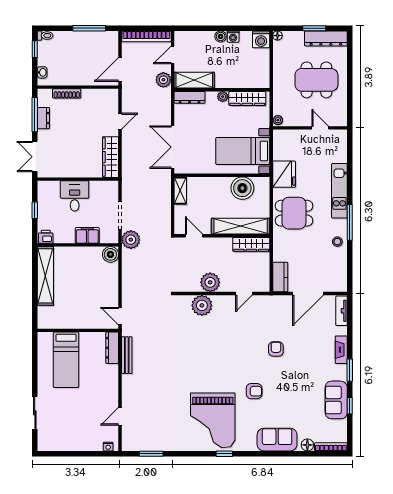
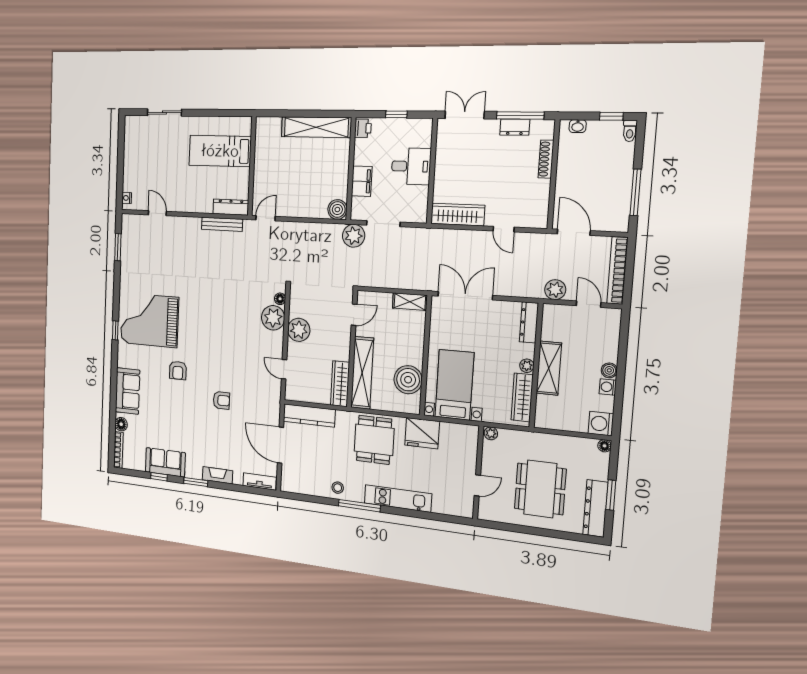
shelving: (194, 80) -> (549, 368), moved
kitchen counter: (280, 277) -> (309, 415), width x1.50
floor lamp: (186, 300) -> (280, 299), added

